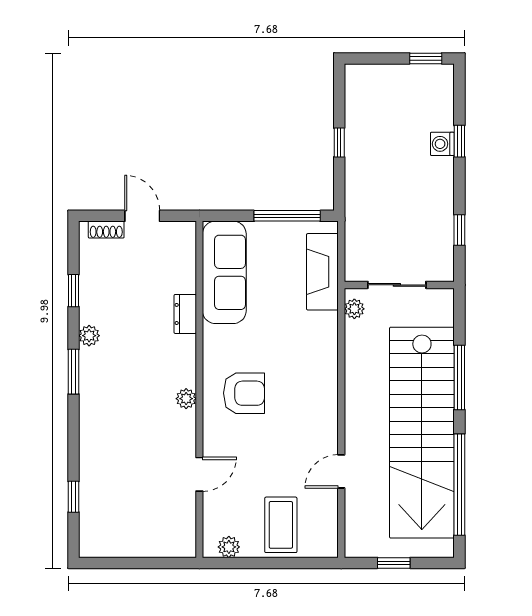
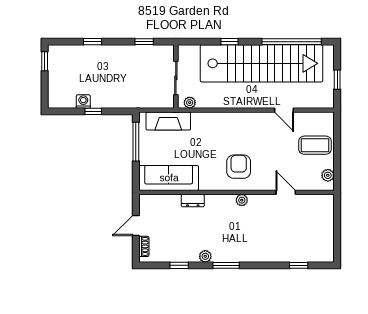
washing machine: (442, 144) -> (83, 102), moved, turned 180
window: (459, 377) -> (230, 42), width x0.46

